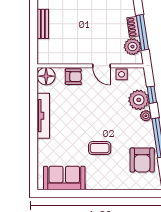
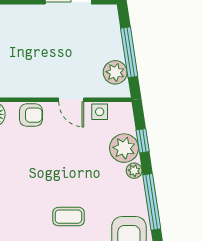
shoe rack: (133, 27) -> (116, 44), removed

